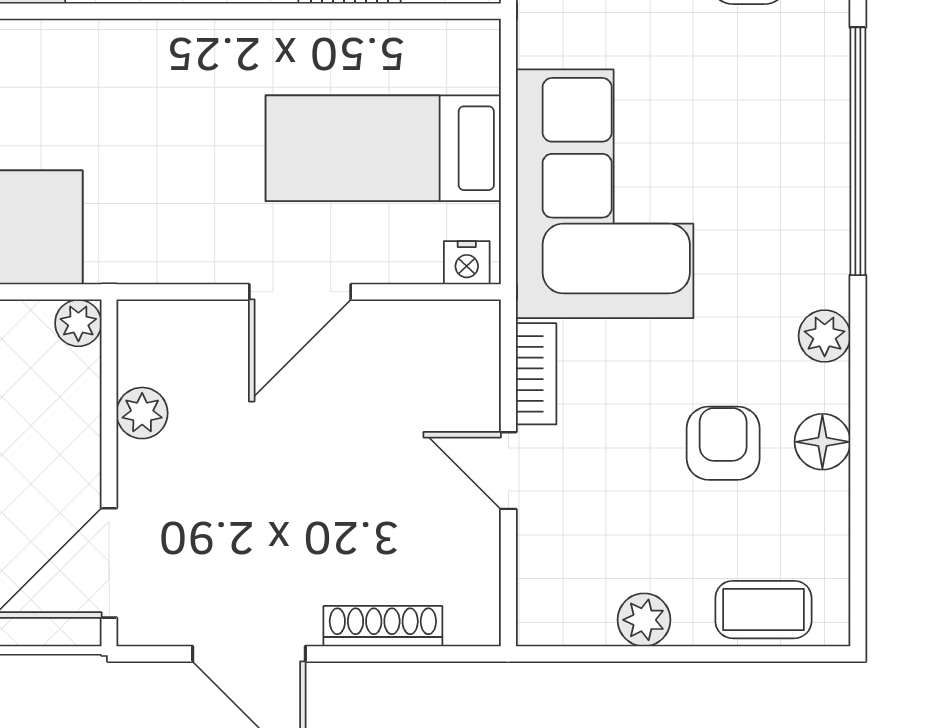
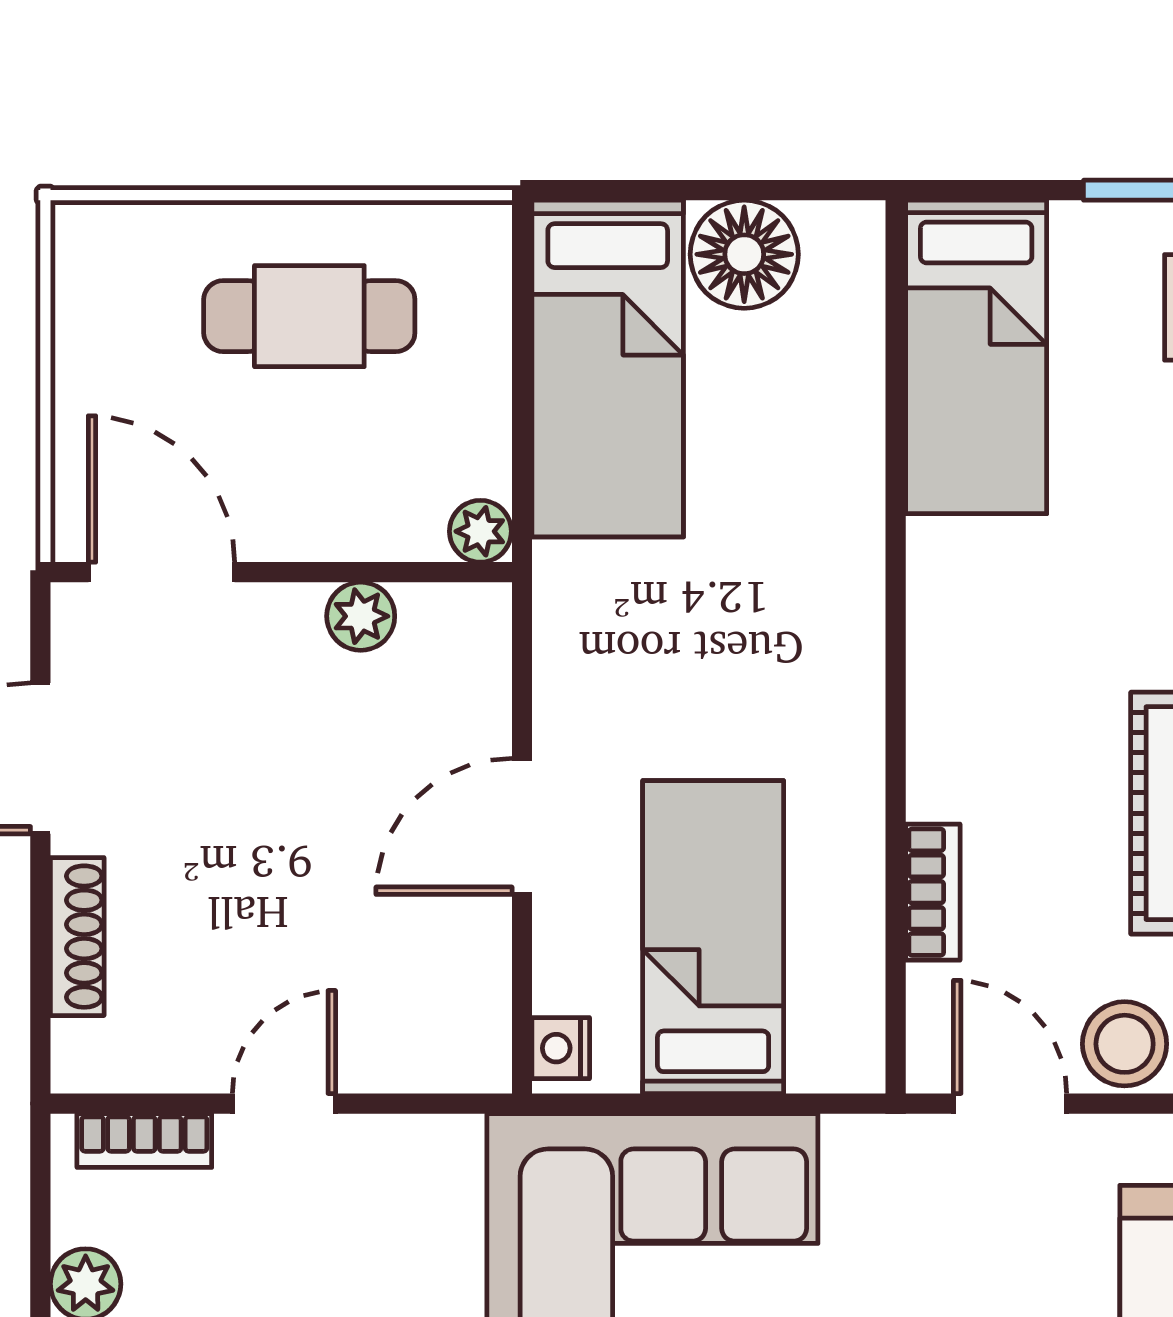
door: (300, 292) -> (522, 826), hinge flipped
bookcase: (536, 374) -> (144, 1140), moved

